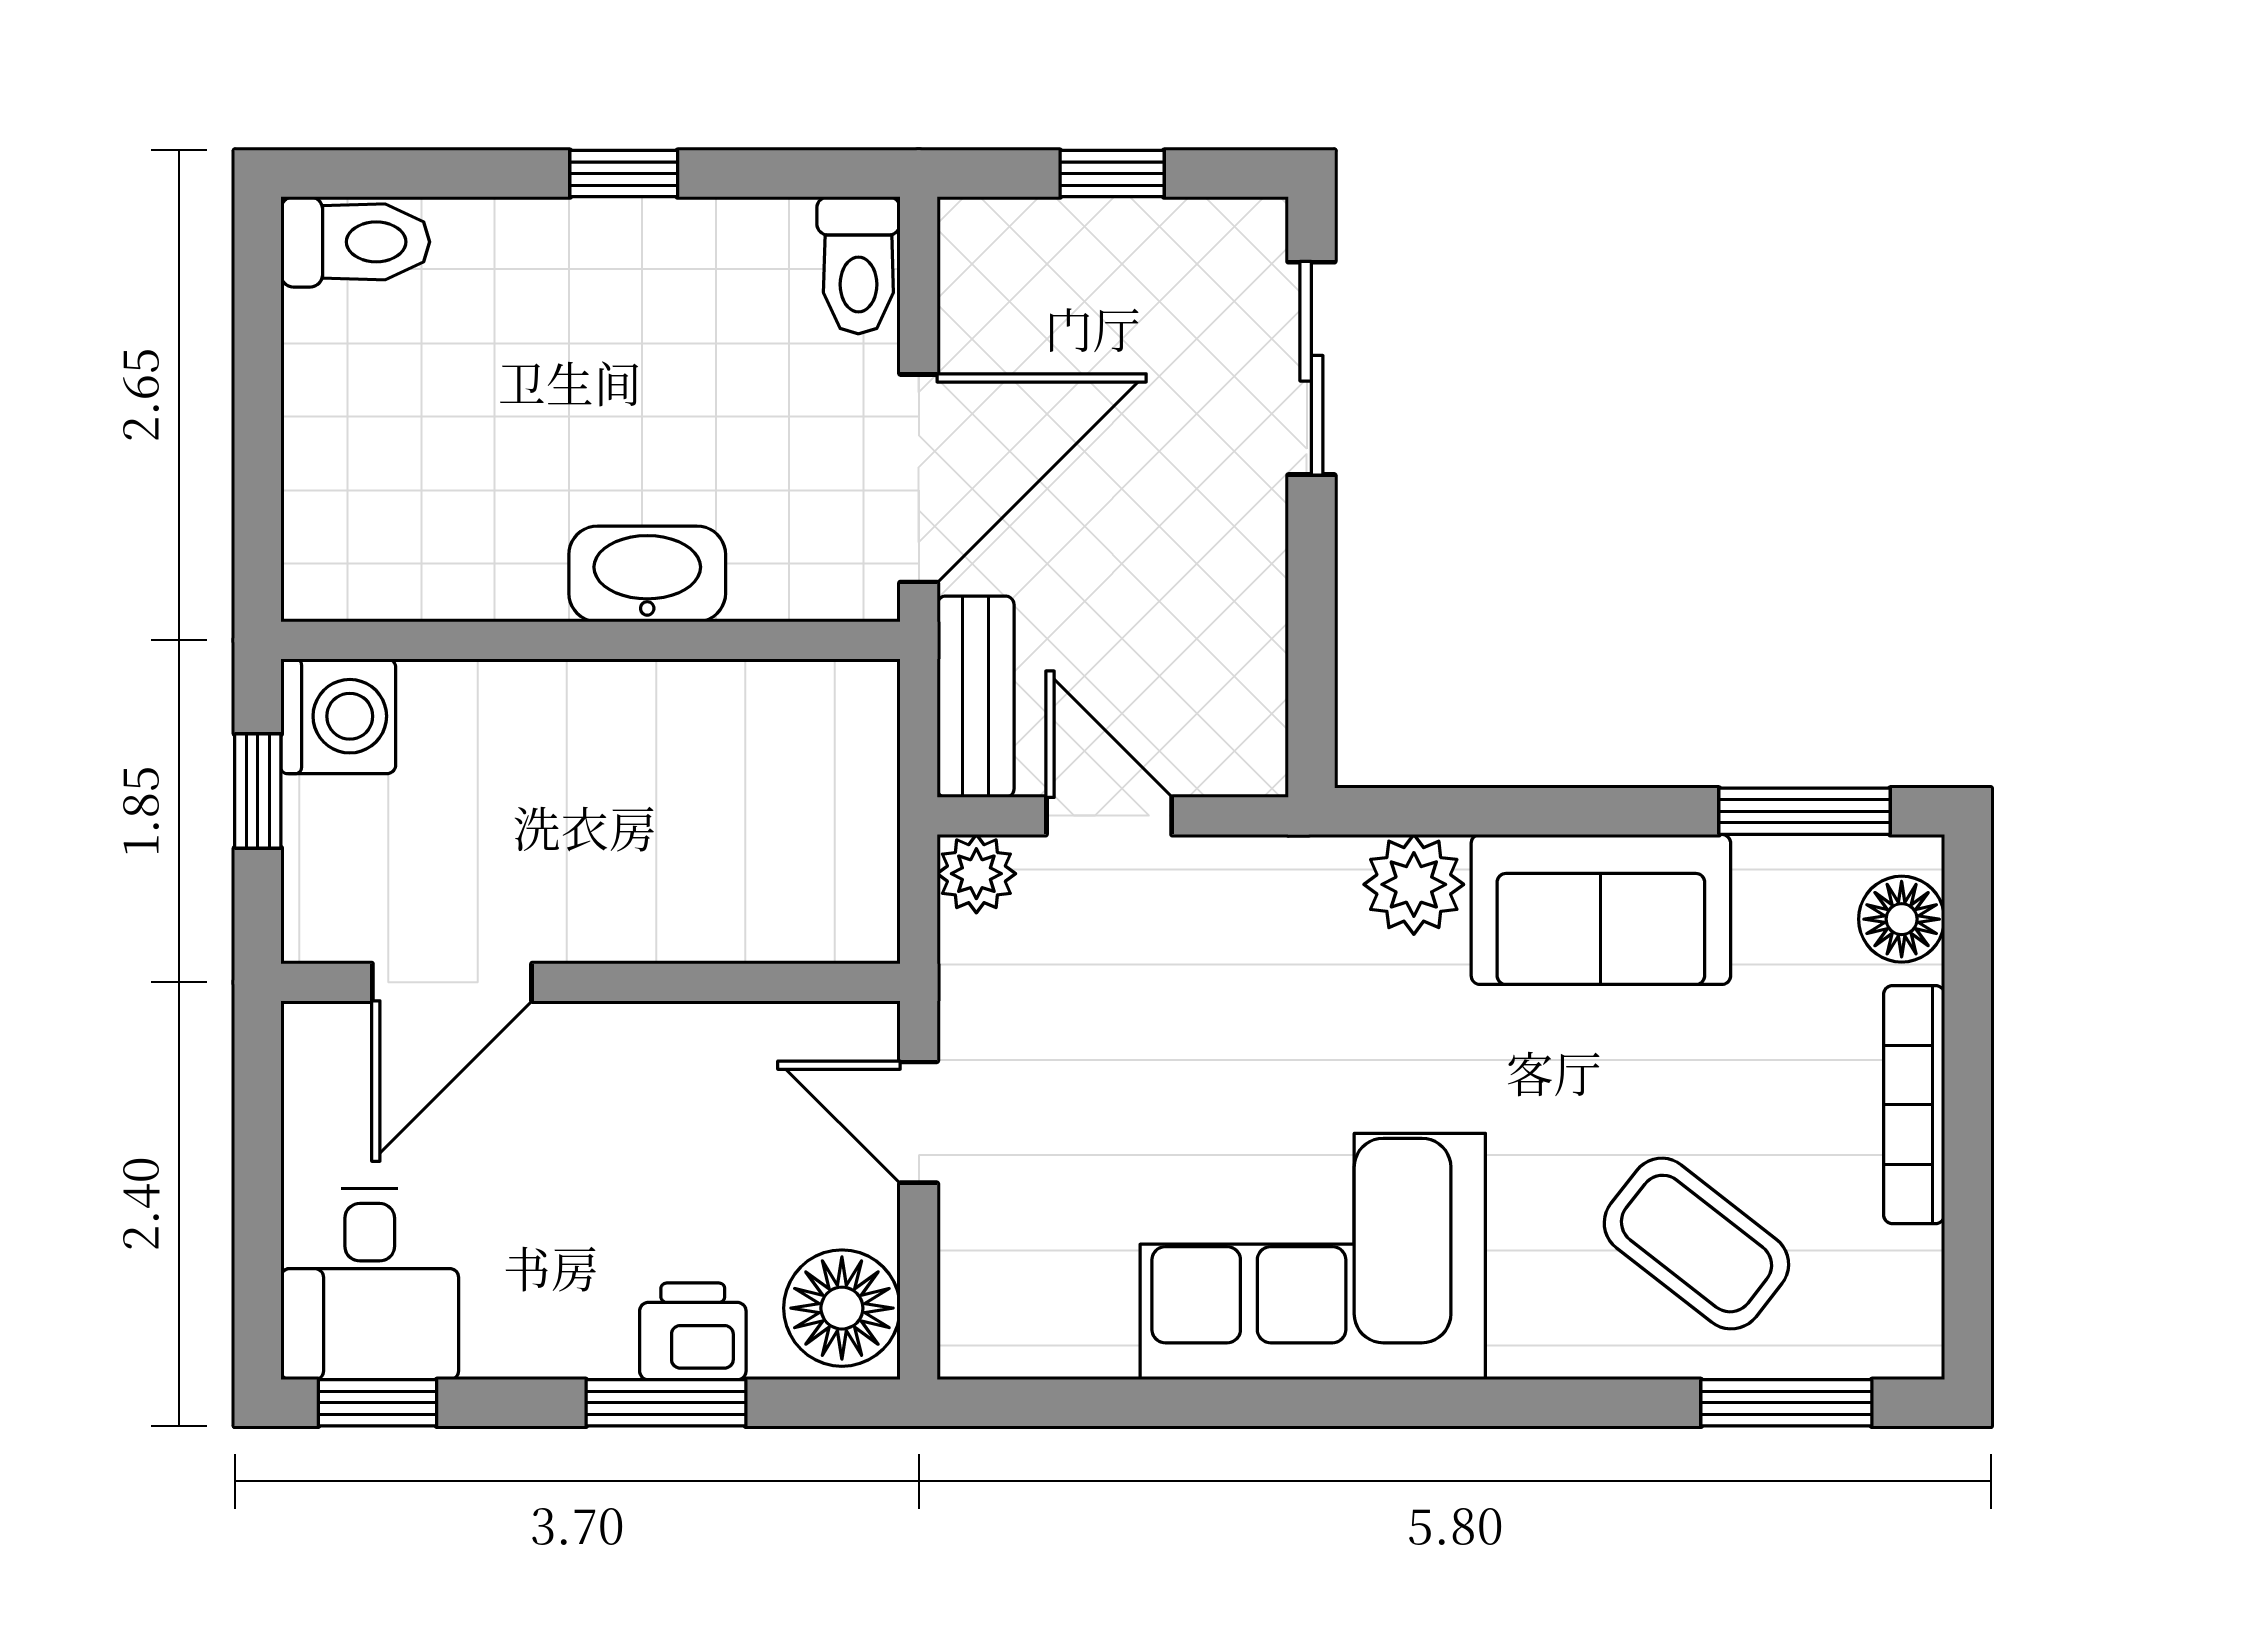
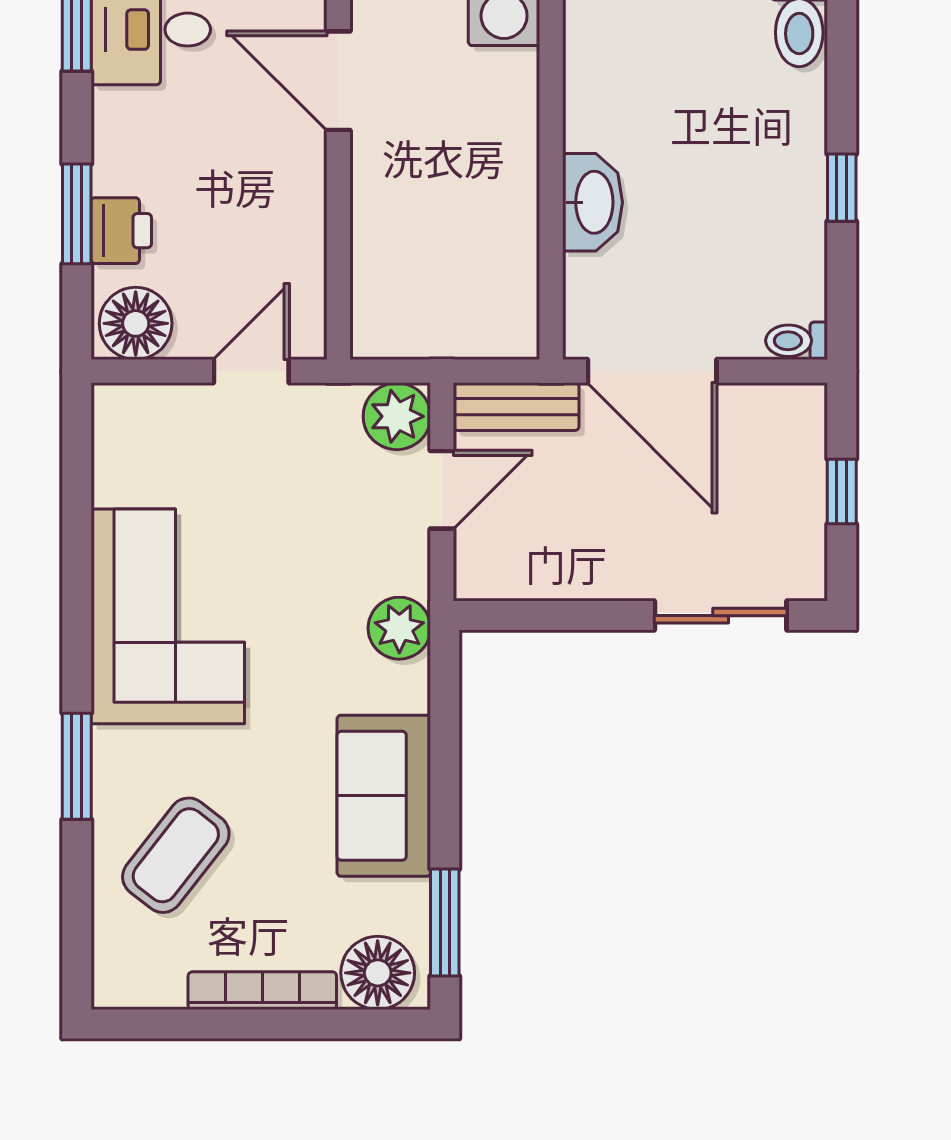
toilet: (858, 265) -> (797, 341), width x0.73, depth x0.72
plant: (976, 874) -> (397, 416), width x1.38, depth x1.38
plant: (1414, 884) -> (399, 628), moved
floor lamp: (1902, 919) -> (378, 973), width x1.38, depth x1.38
window: (1786, 1403) -> (77, 766), moved

